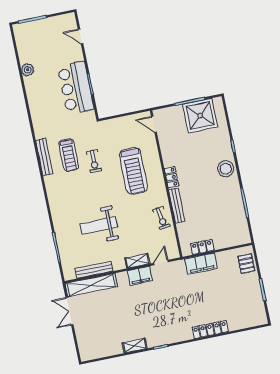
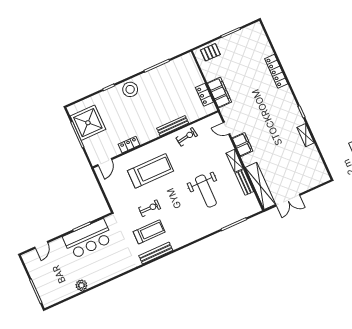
locker: (172, 177) -> (129, 145), moved
shelving: (137, 261) -> (235, 161), moved
bench: (94, 270) -> (244, 182), width x0.73

